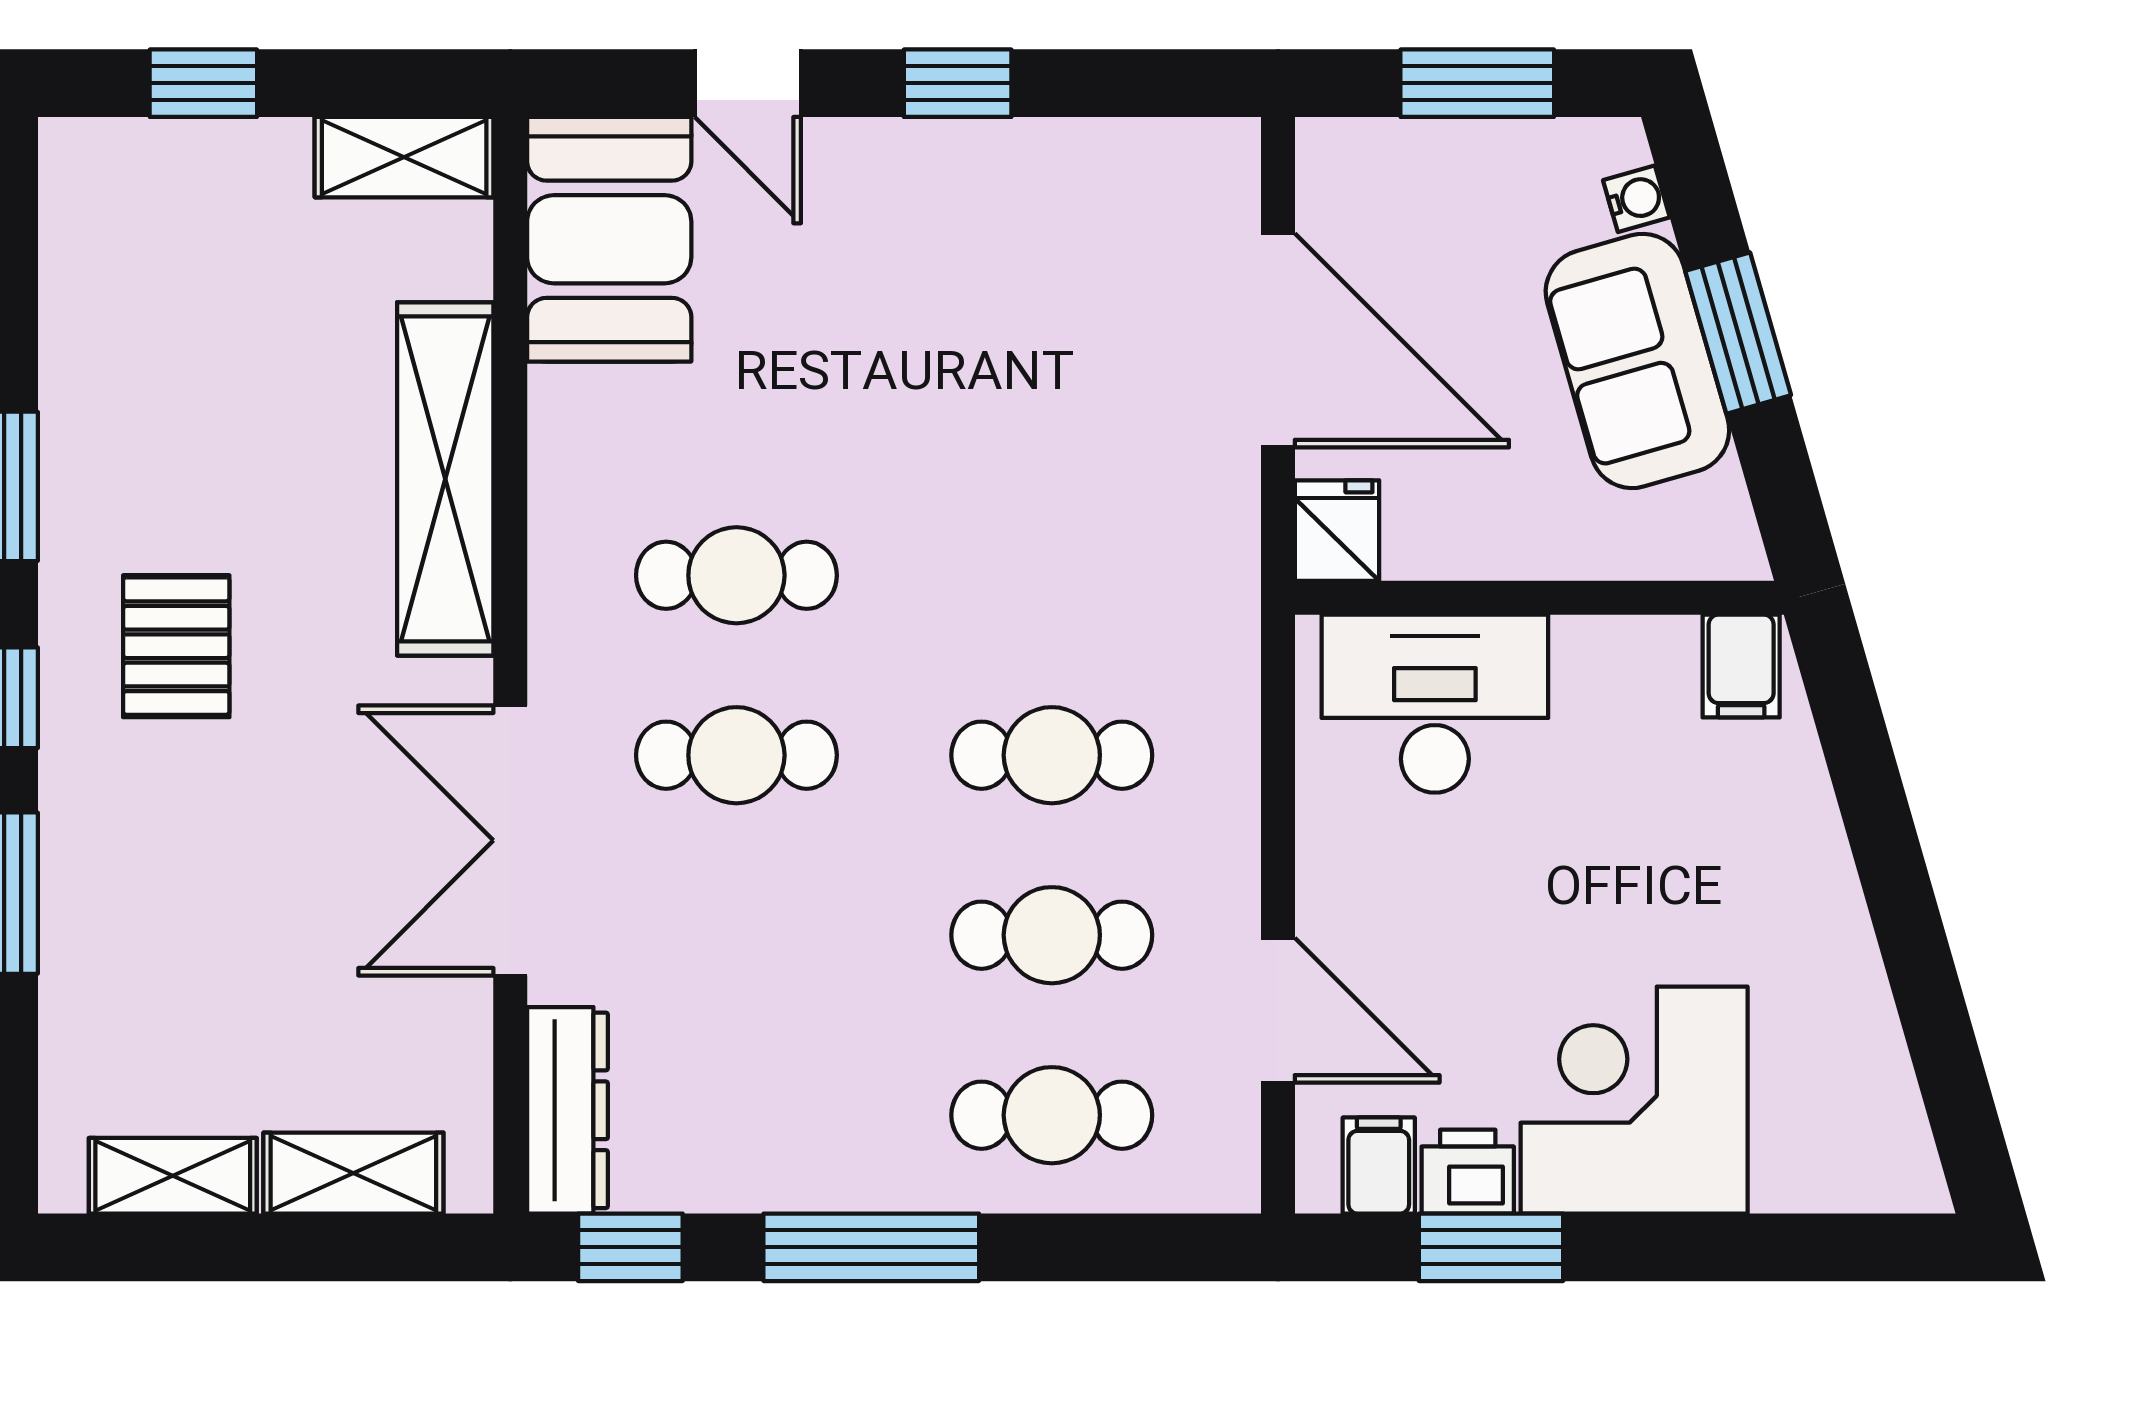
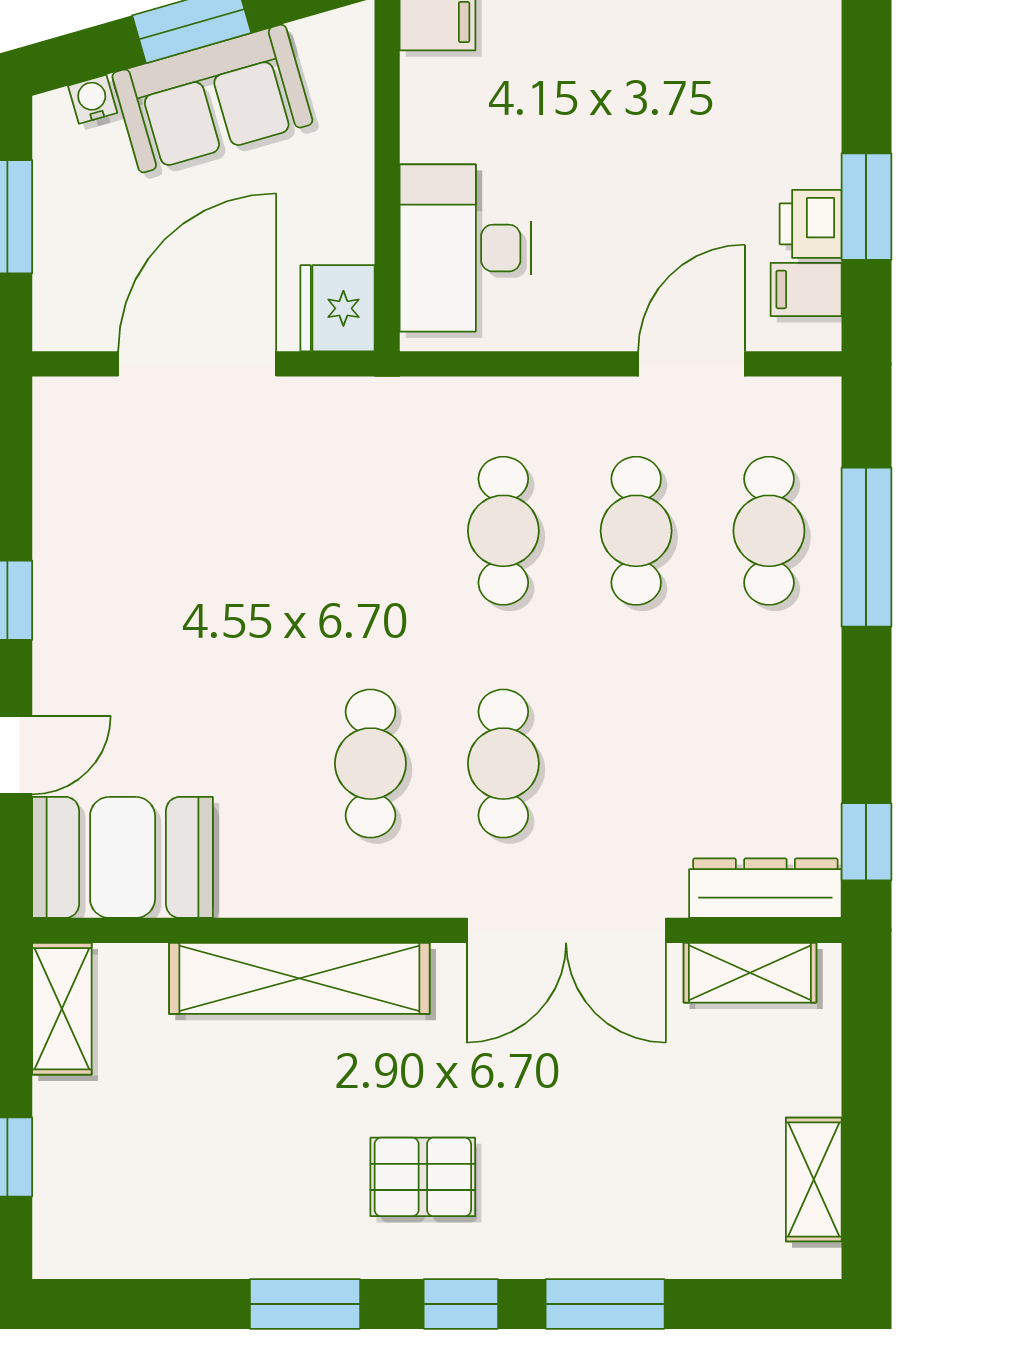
fridge: (1337, 531) -> (338, 308), width x1.38
corner desk: (1634, 1100) -> (758, 101), removed
shelving: (353, 1173) -> (750, 973), moved, turned 90
window: (871, 1247) -> (866, 547), moved

